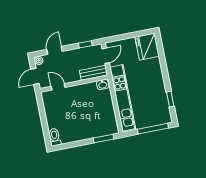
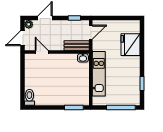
fridge: (147, 47) -> (130, 45), moved
kitchen unit: (123, 98) -> (99, 74), width x0.73

